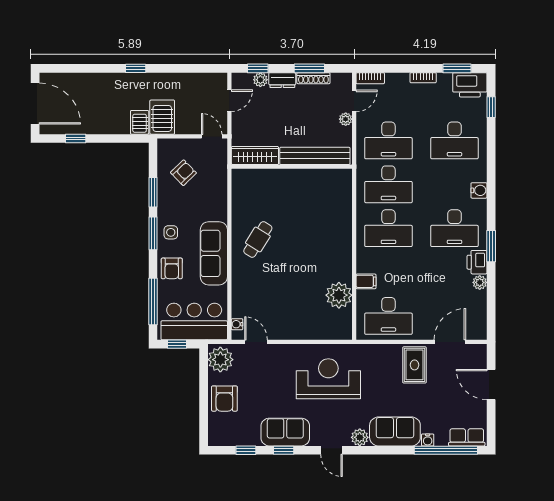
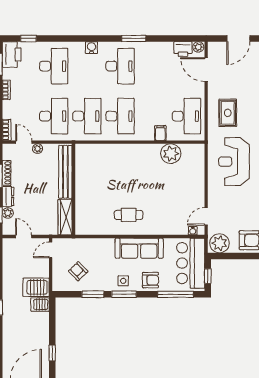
cafe table: (258, 239) -> (129, 215), turned -32
printer: (477, 262) -> (183, 49), moved
plant: (480, 282) -> (198, 47), moved
rug: (414, 365) -> (228, 113), moved, turned 90

